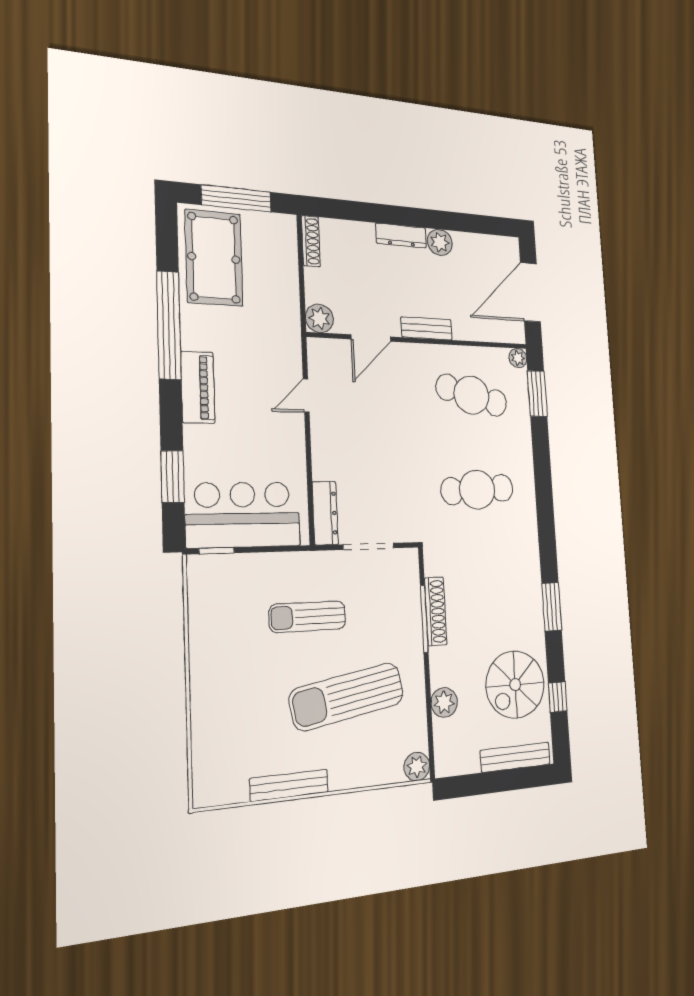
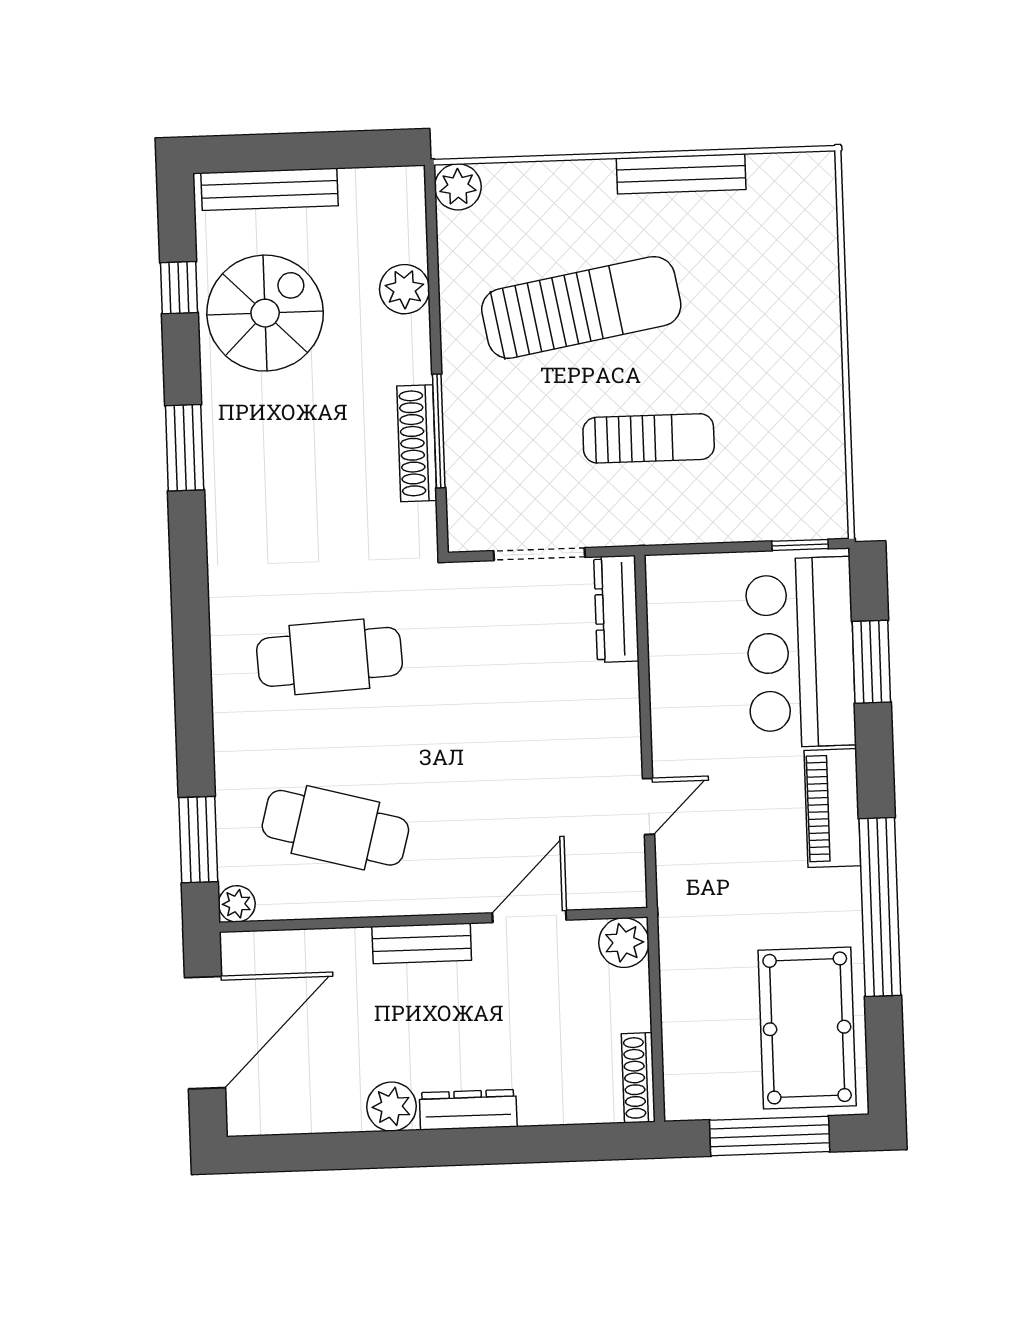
bar counter: (243, 515) -> (801, 652), moved, turned 90

